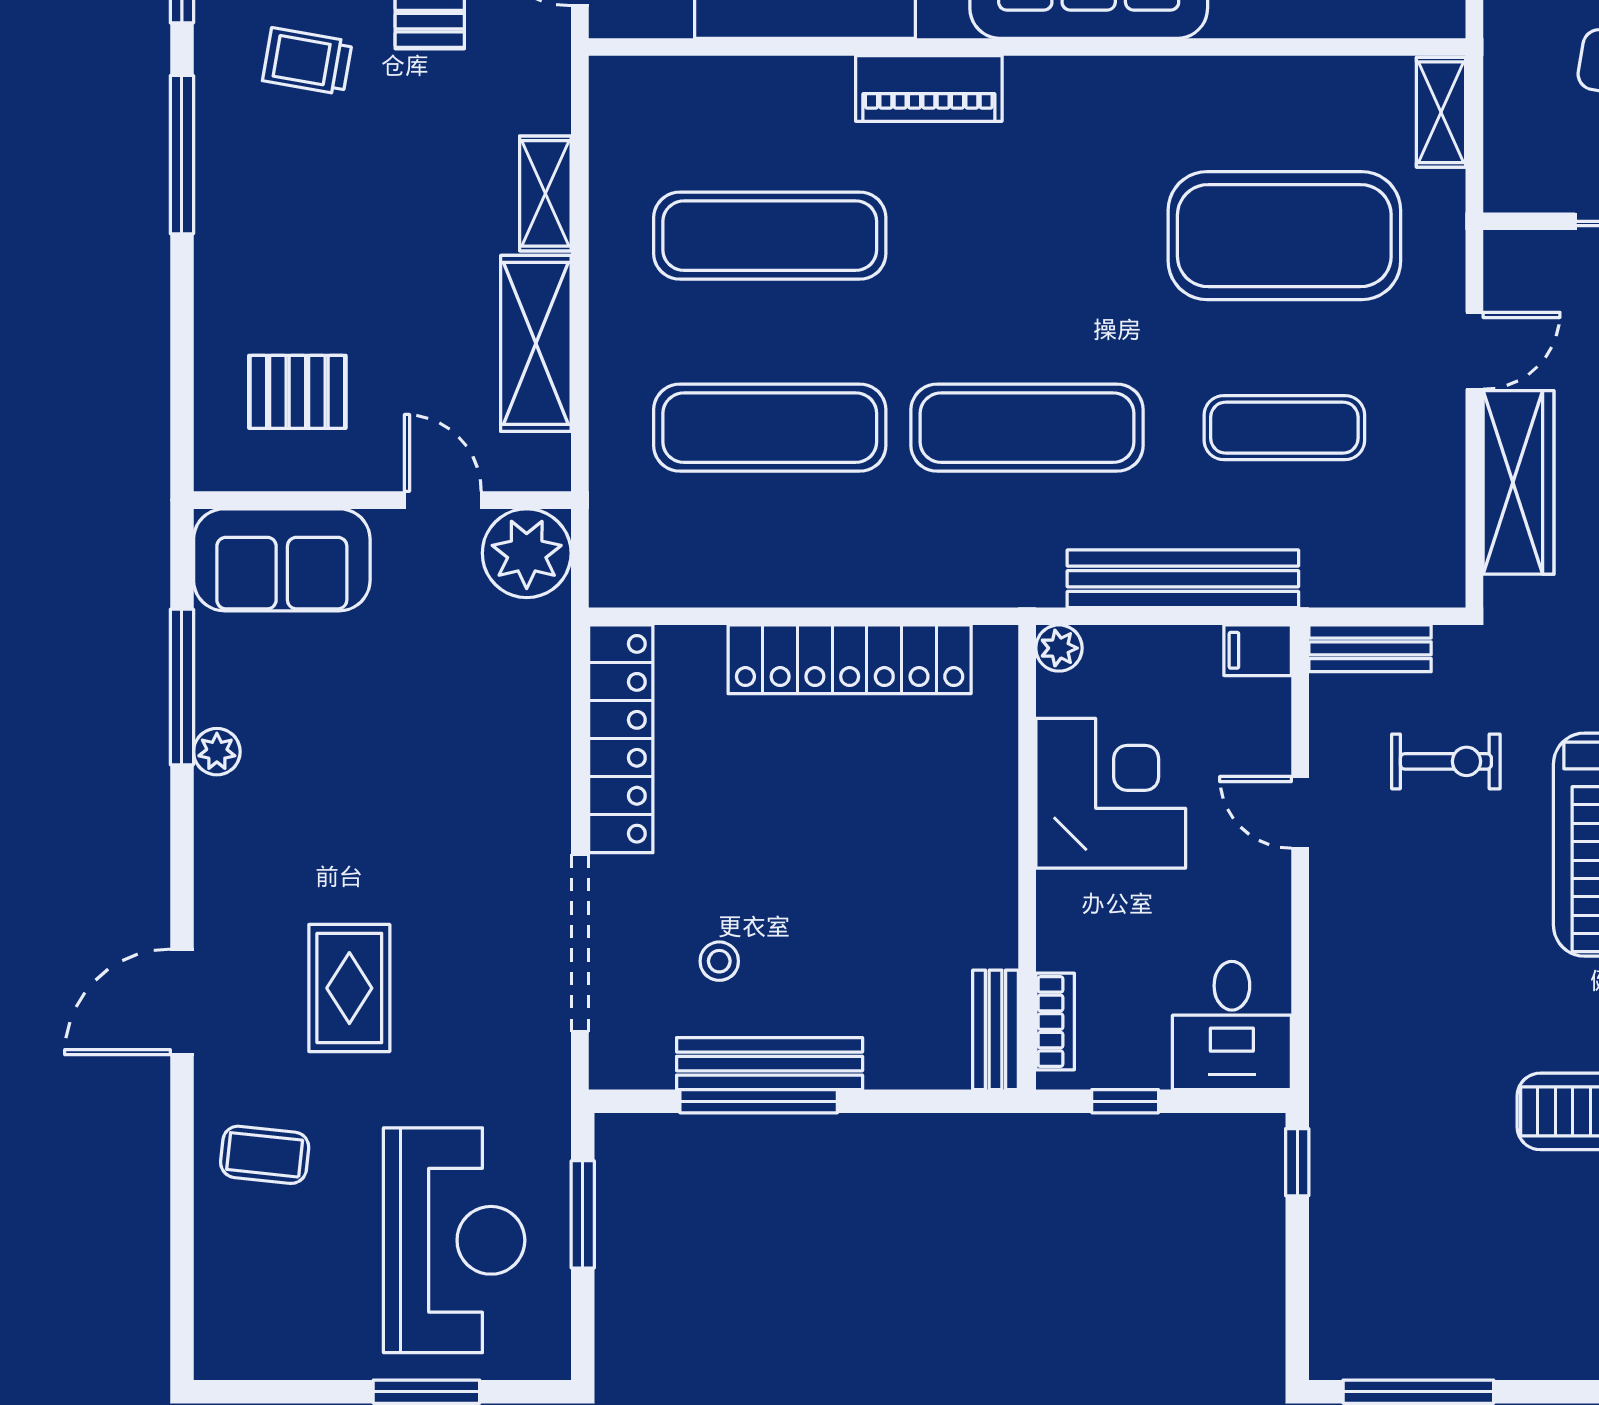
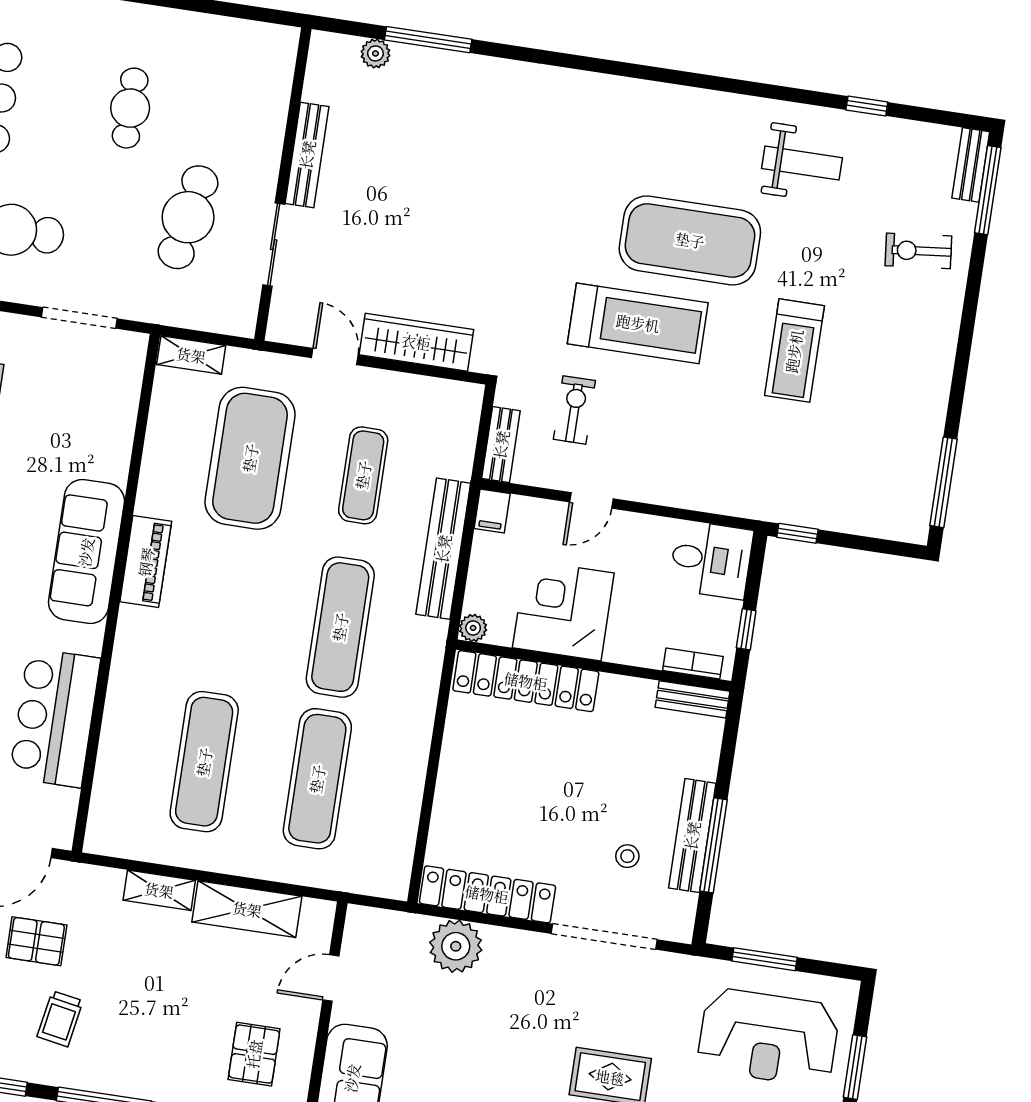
piano: (929, 89) -> (146, 562), moved
plant: (527, 553) -> (456, 946), moved
locker: (850, 659) -> (526, 681), moved, turned 90
reception desk: (454, 1240) -> (768, 1037), turned 180

